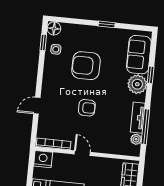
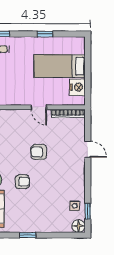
armchair: (86, 66) -> (22, 182), moved, width x0.53, depth x0.53
door: (37, 106) -> (88, 149), hinge flipped
nightstand: (43, 159) -> (77, 87), moved, turned -90

